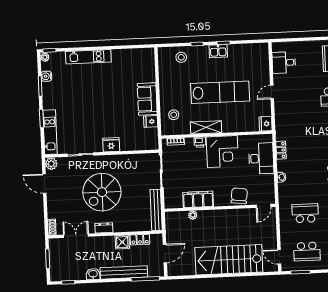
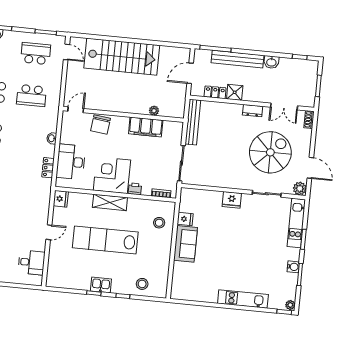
water cooler: (46, 76) -> (293, 267), moved
shelving: (206, 127) -> (110, 202), moved
spiral stairs: (102, 192) -> (270, 152), moved

